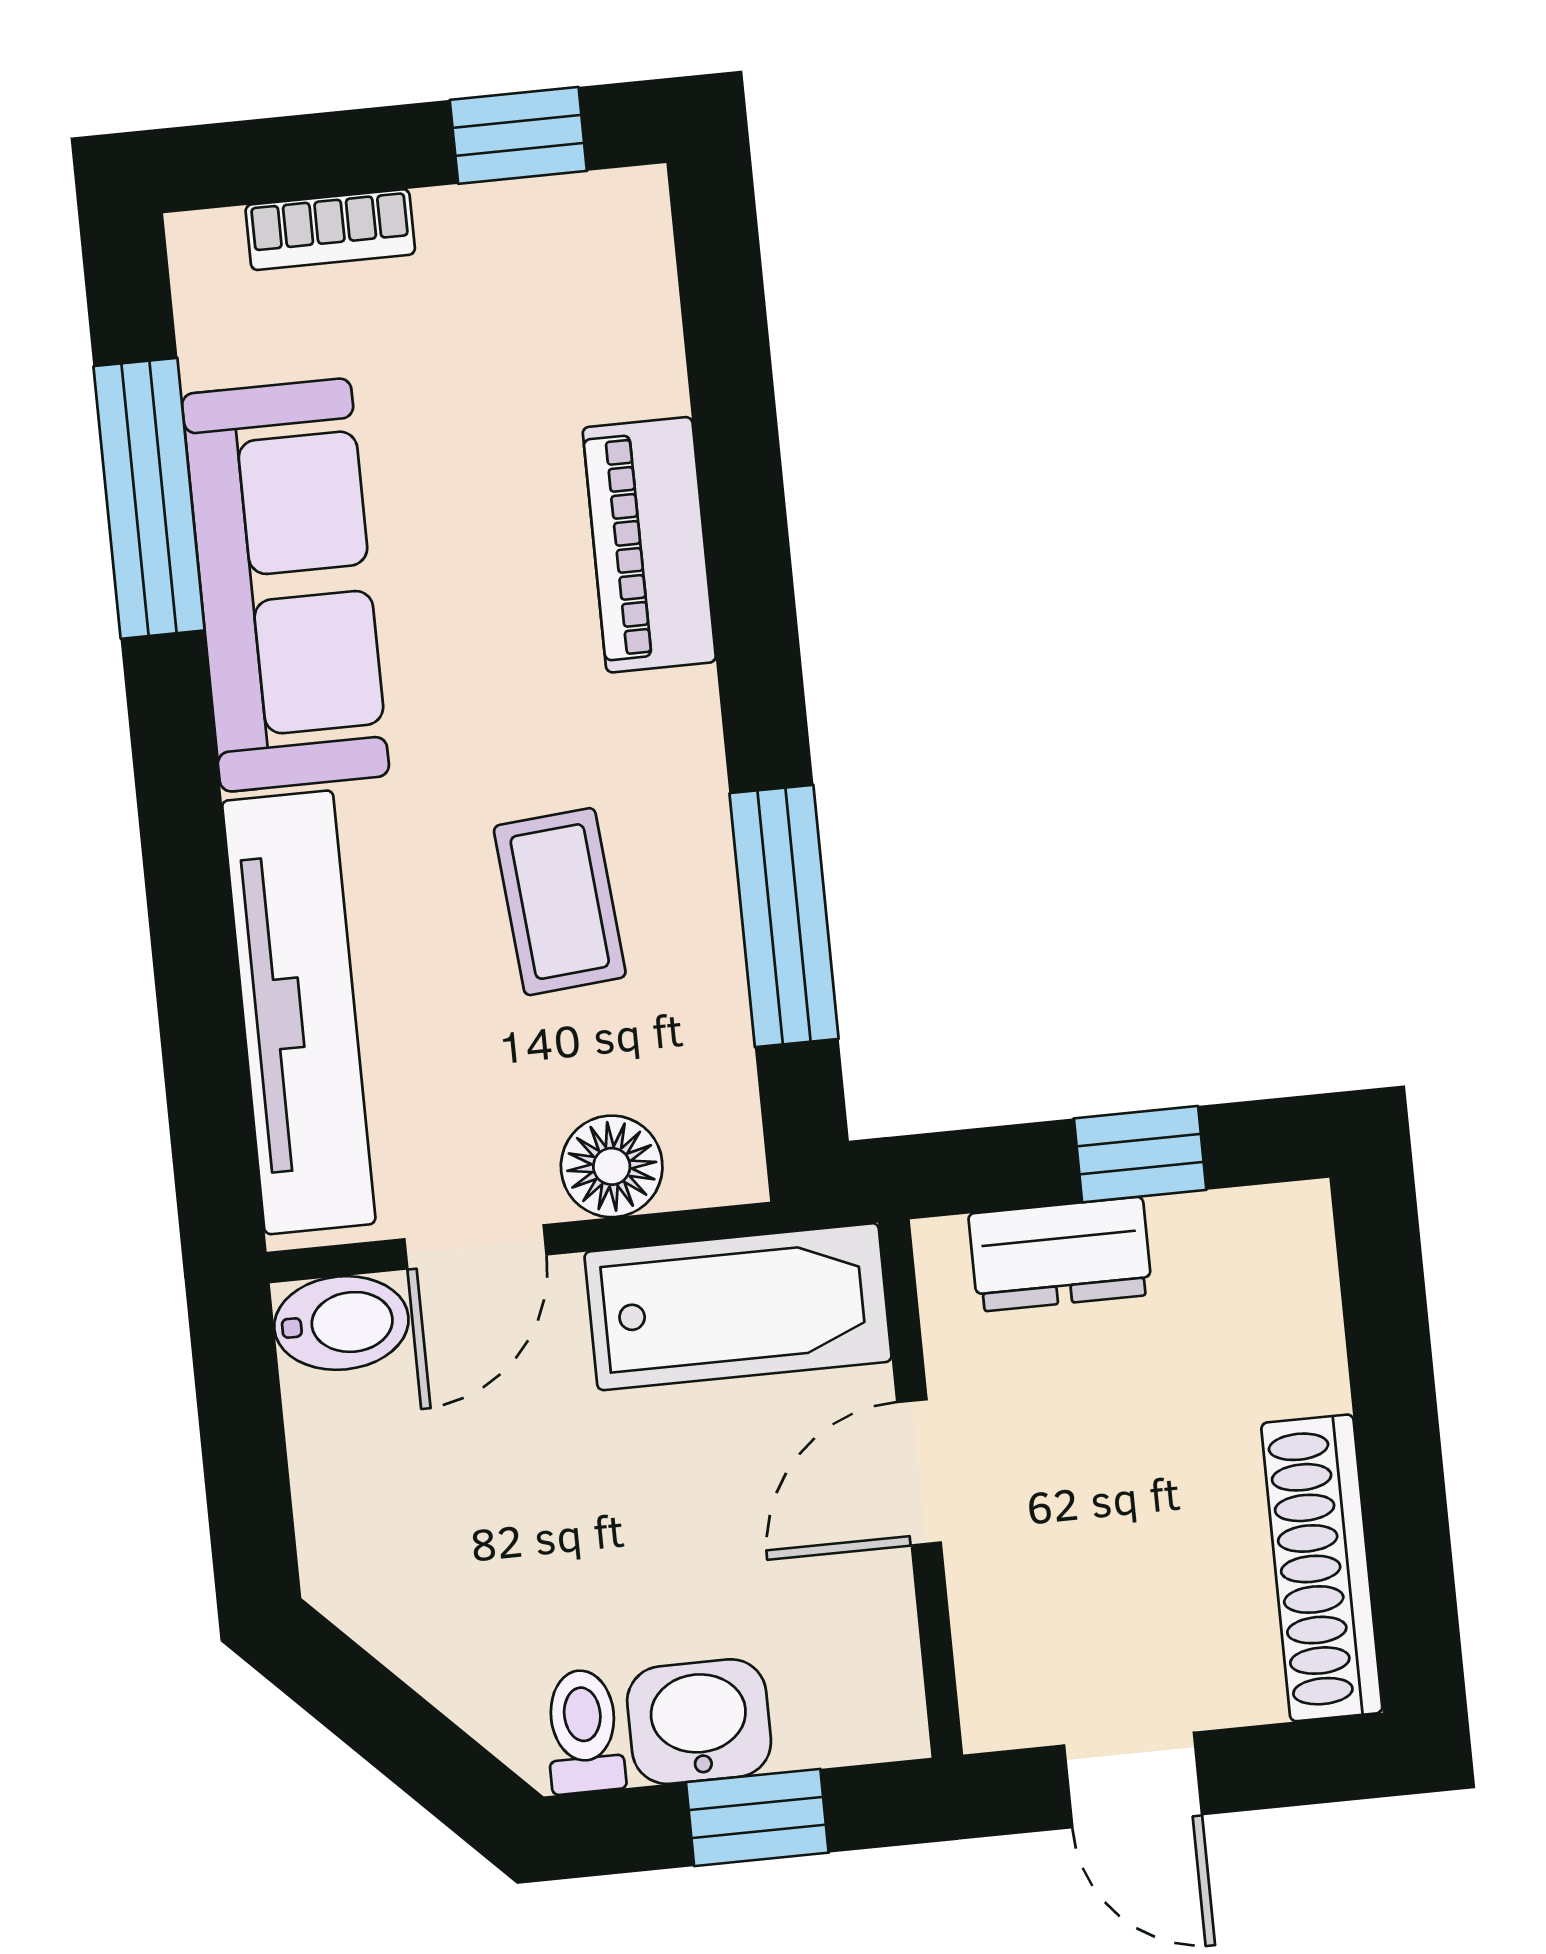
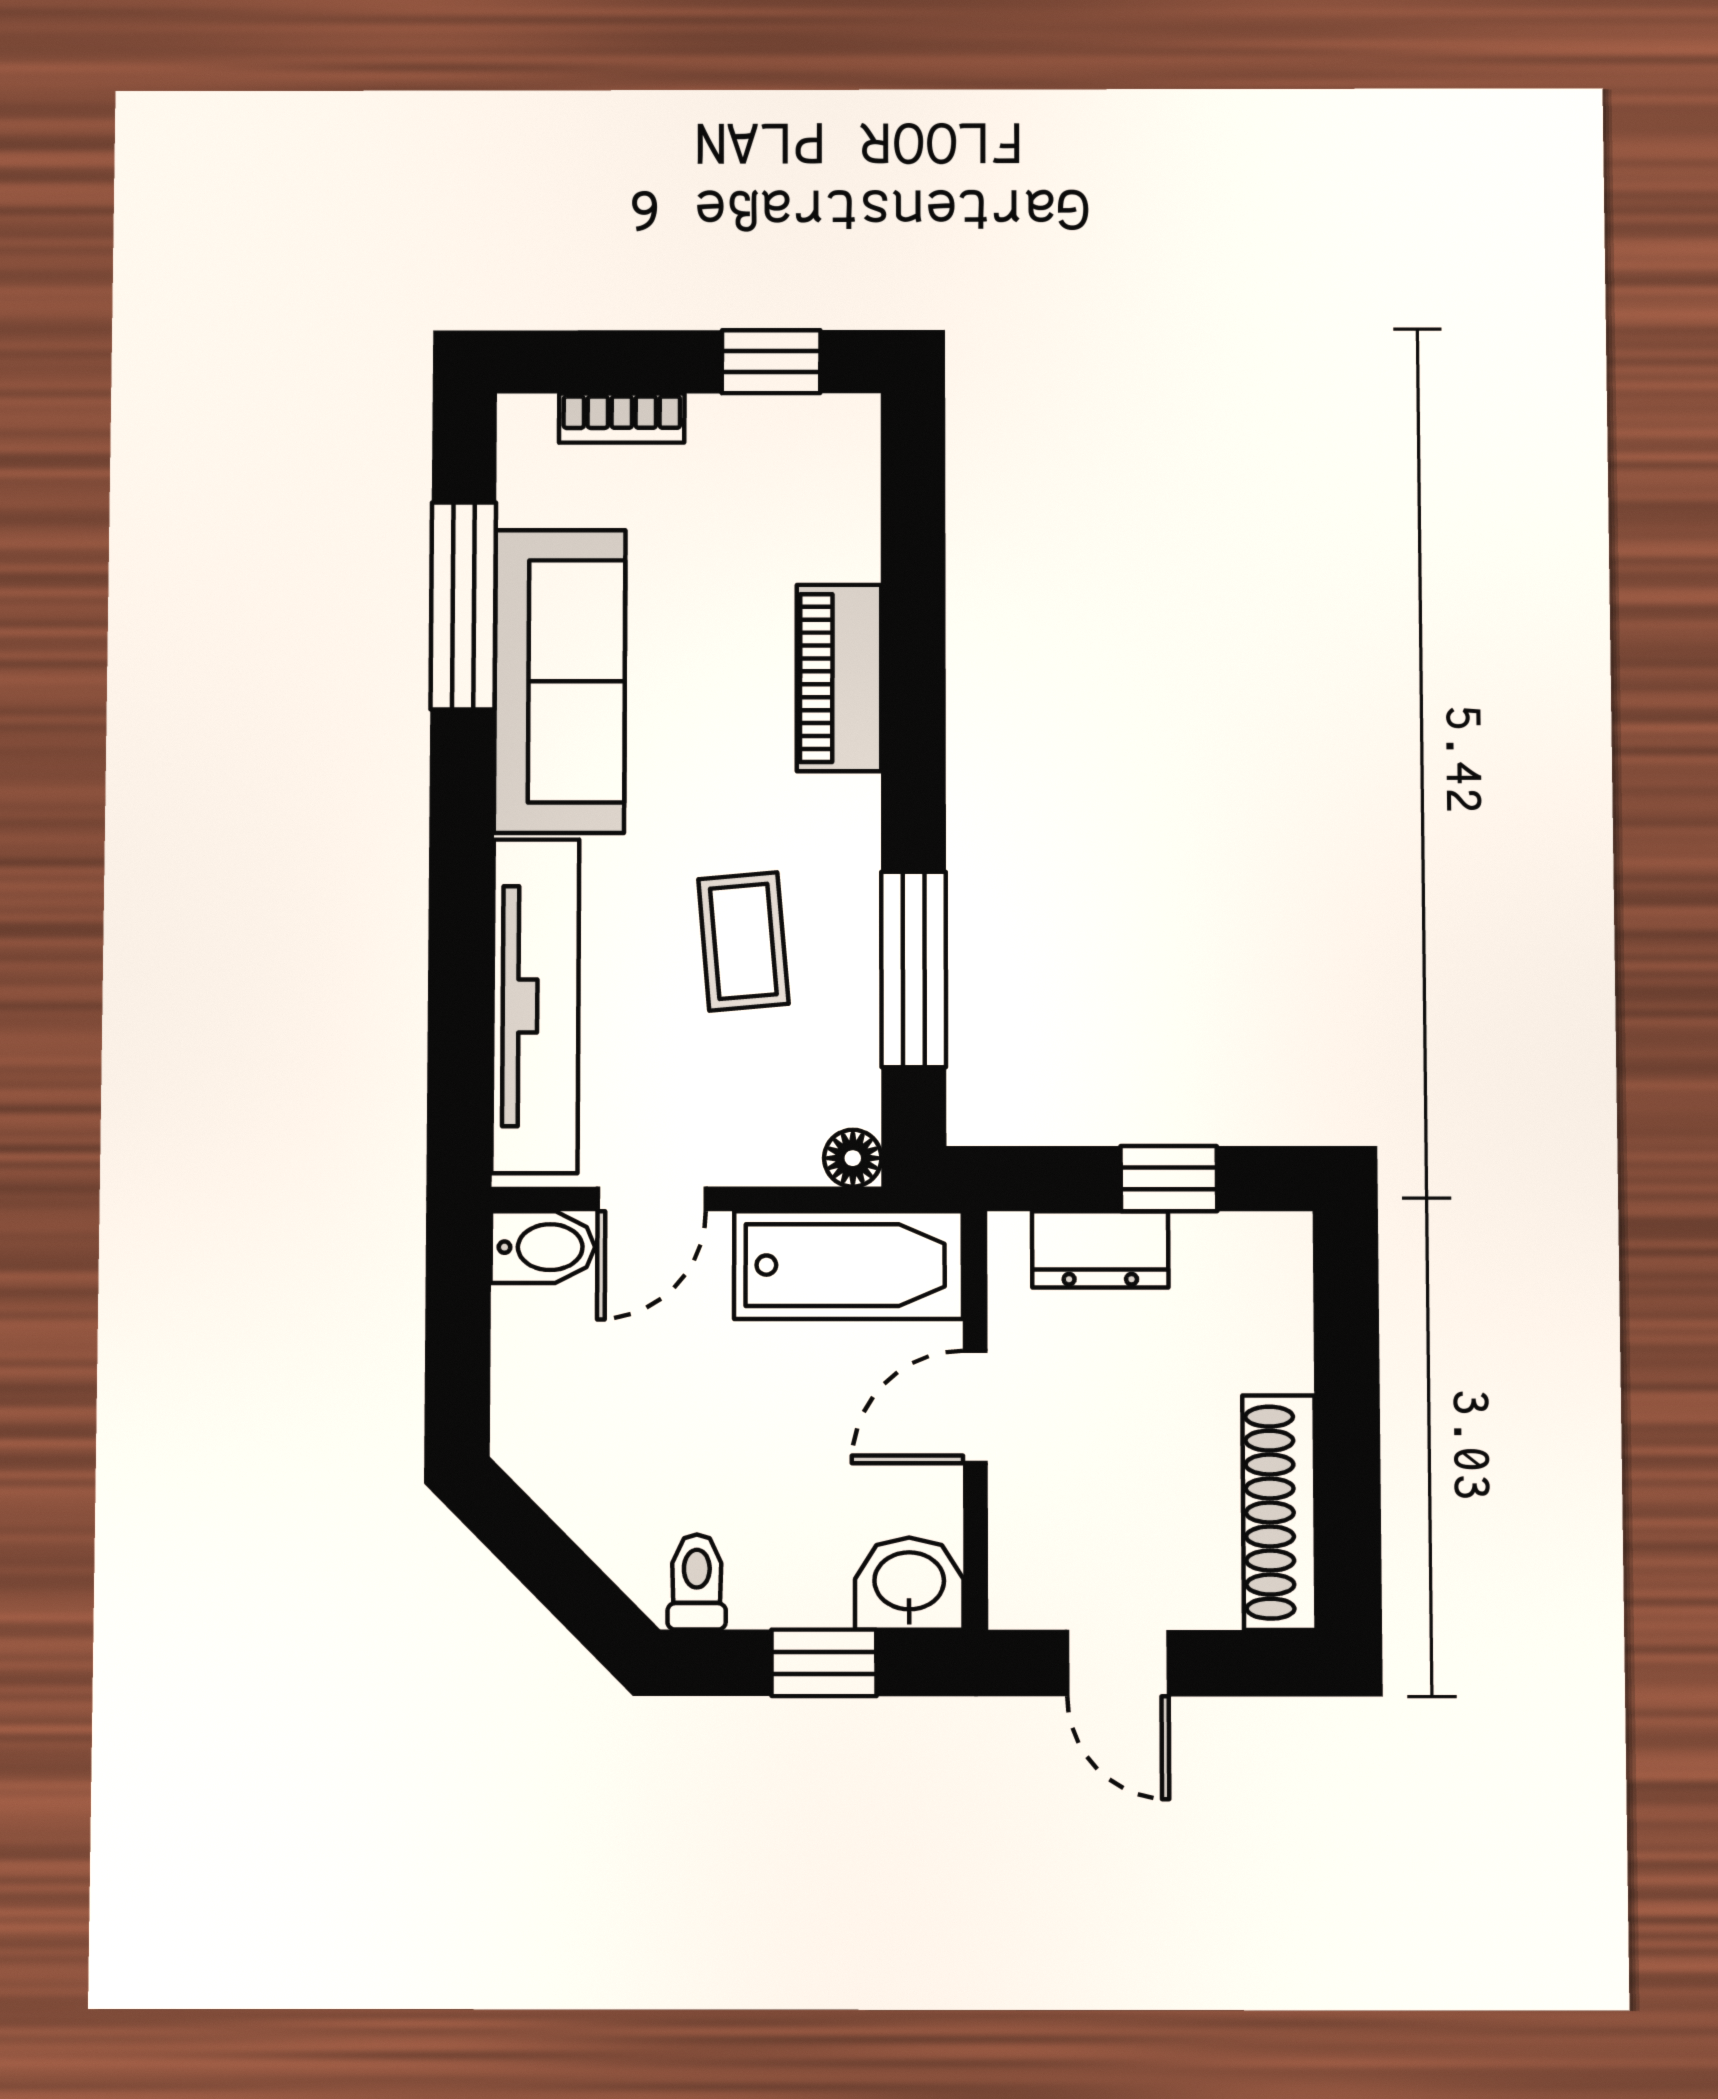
floor lamp: (612, 1166) -> (853, 1158), moved, width x0.73, depth x0.73
washbasin: (699, 1722) -> (909, 1584), moved

